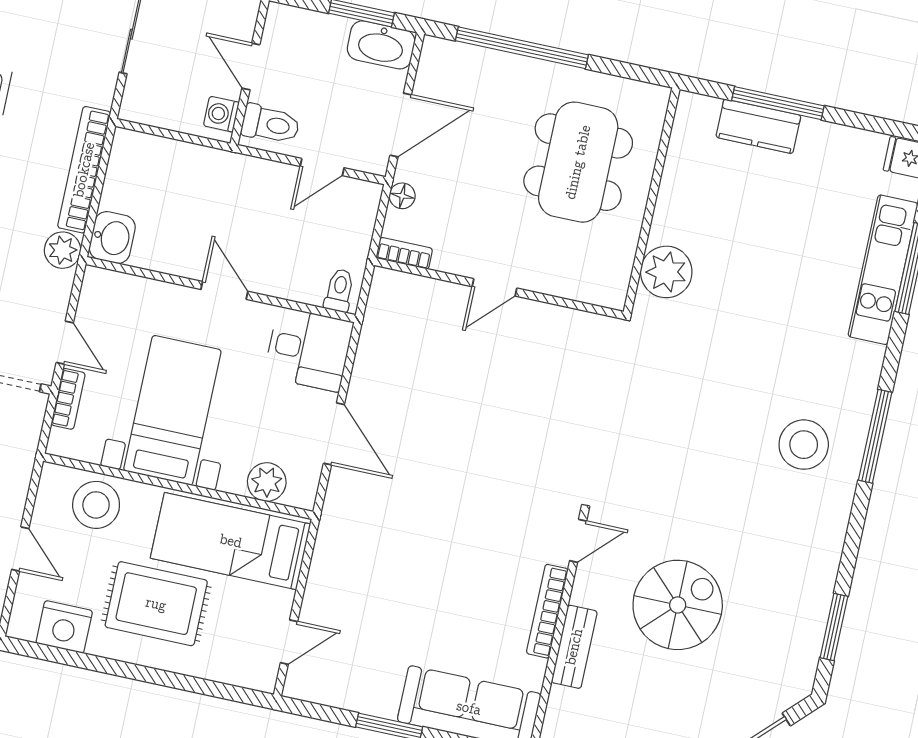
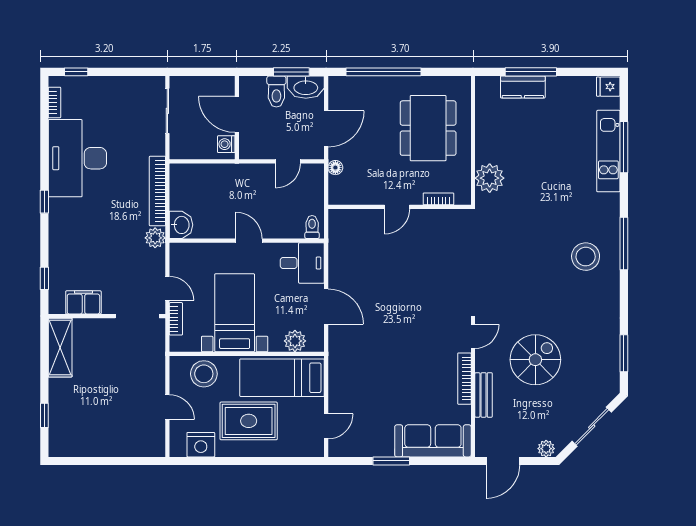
door: (251, 66) -> (237, 114), width x1.38
toilet: (270, 124) -> (276, 92), moved, turned 90
bookcase: (404, 253) -> (438, 199), moved

